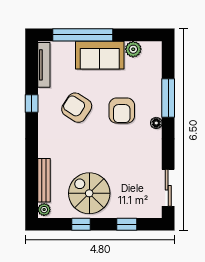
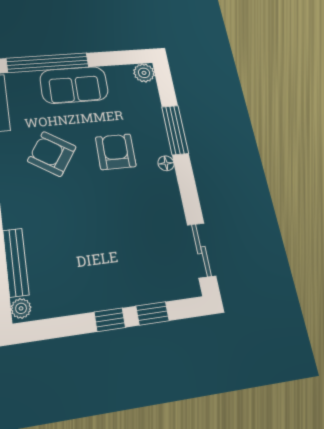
plant: (133, 49) -> (144, 73), moved
armchair: (122, 111) -> (116, 152), turned 180
spiral stairs: (89, 193) -> (88, 273), removed
window: (81, 224) -> (110, 320), moved

